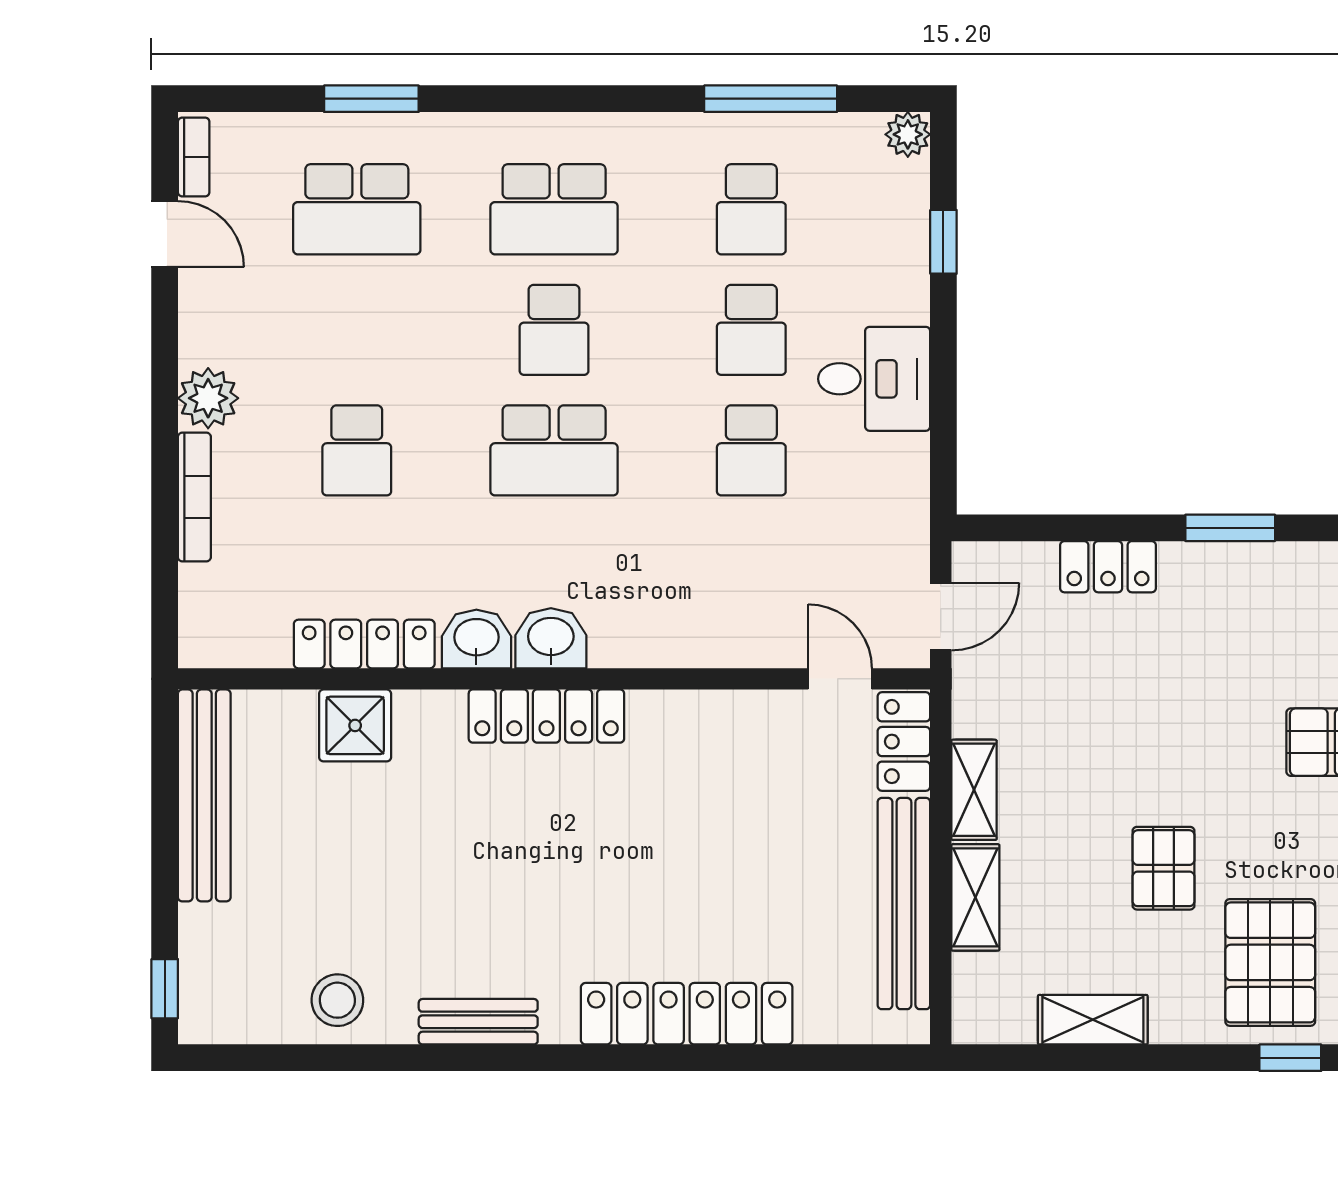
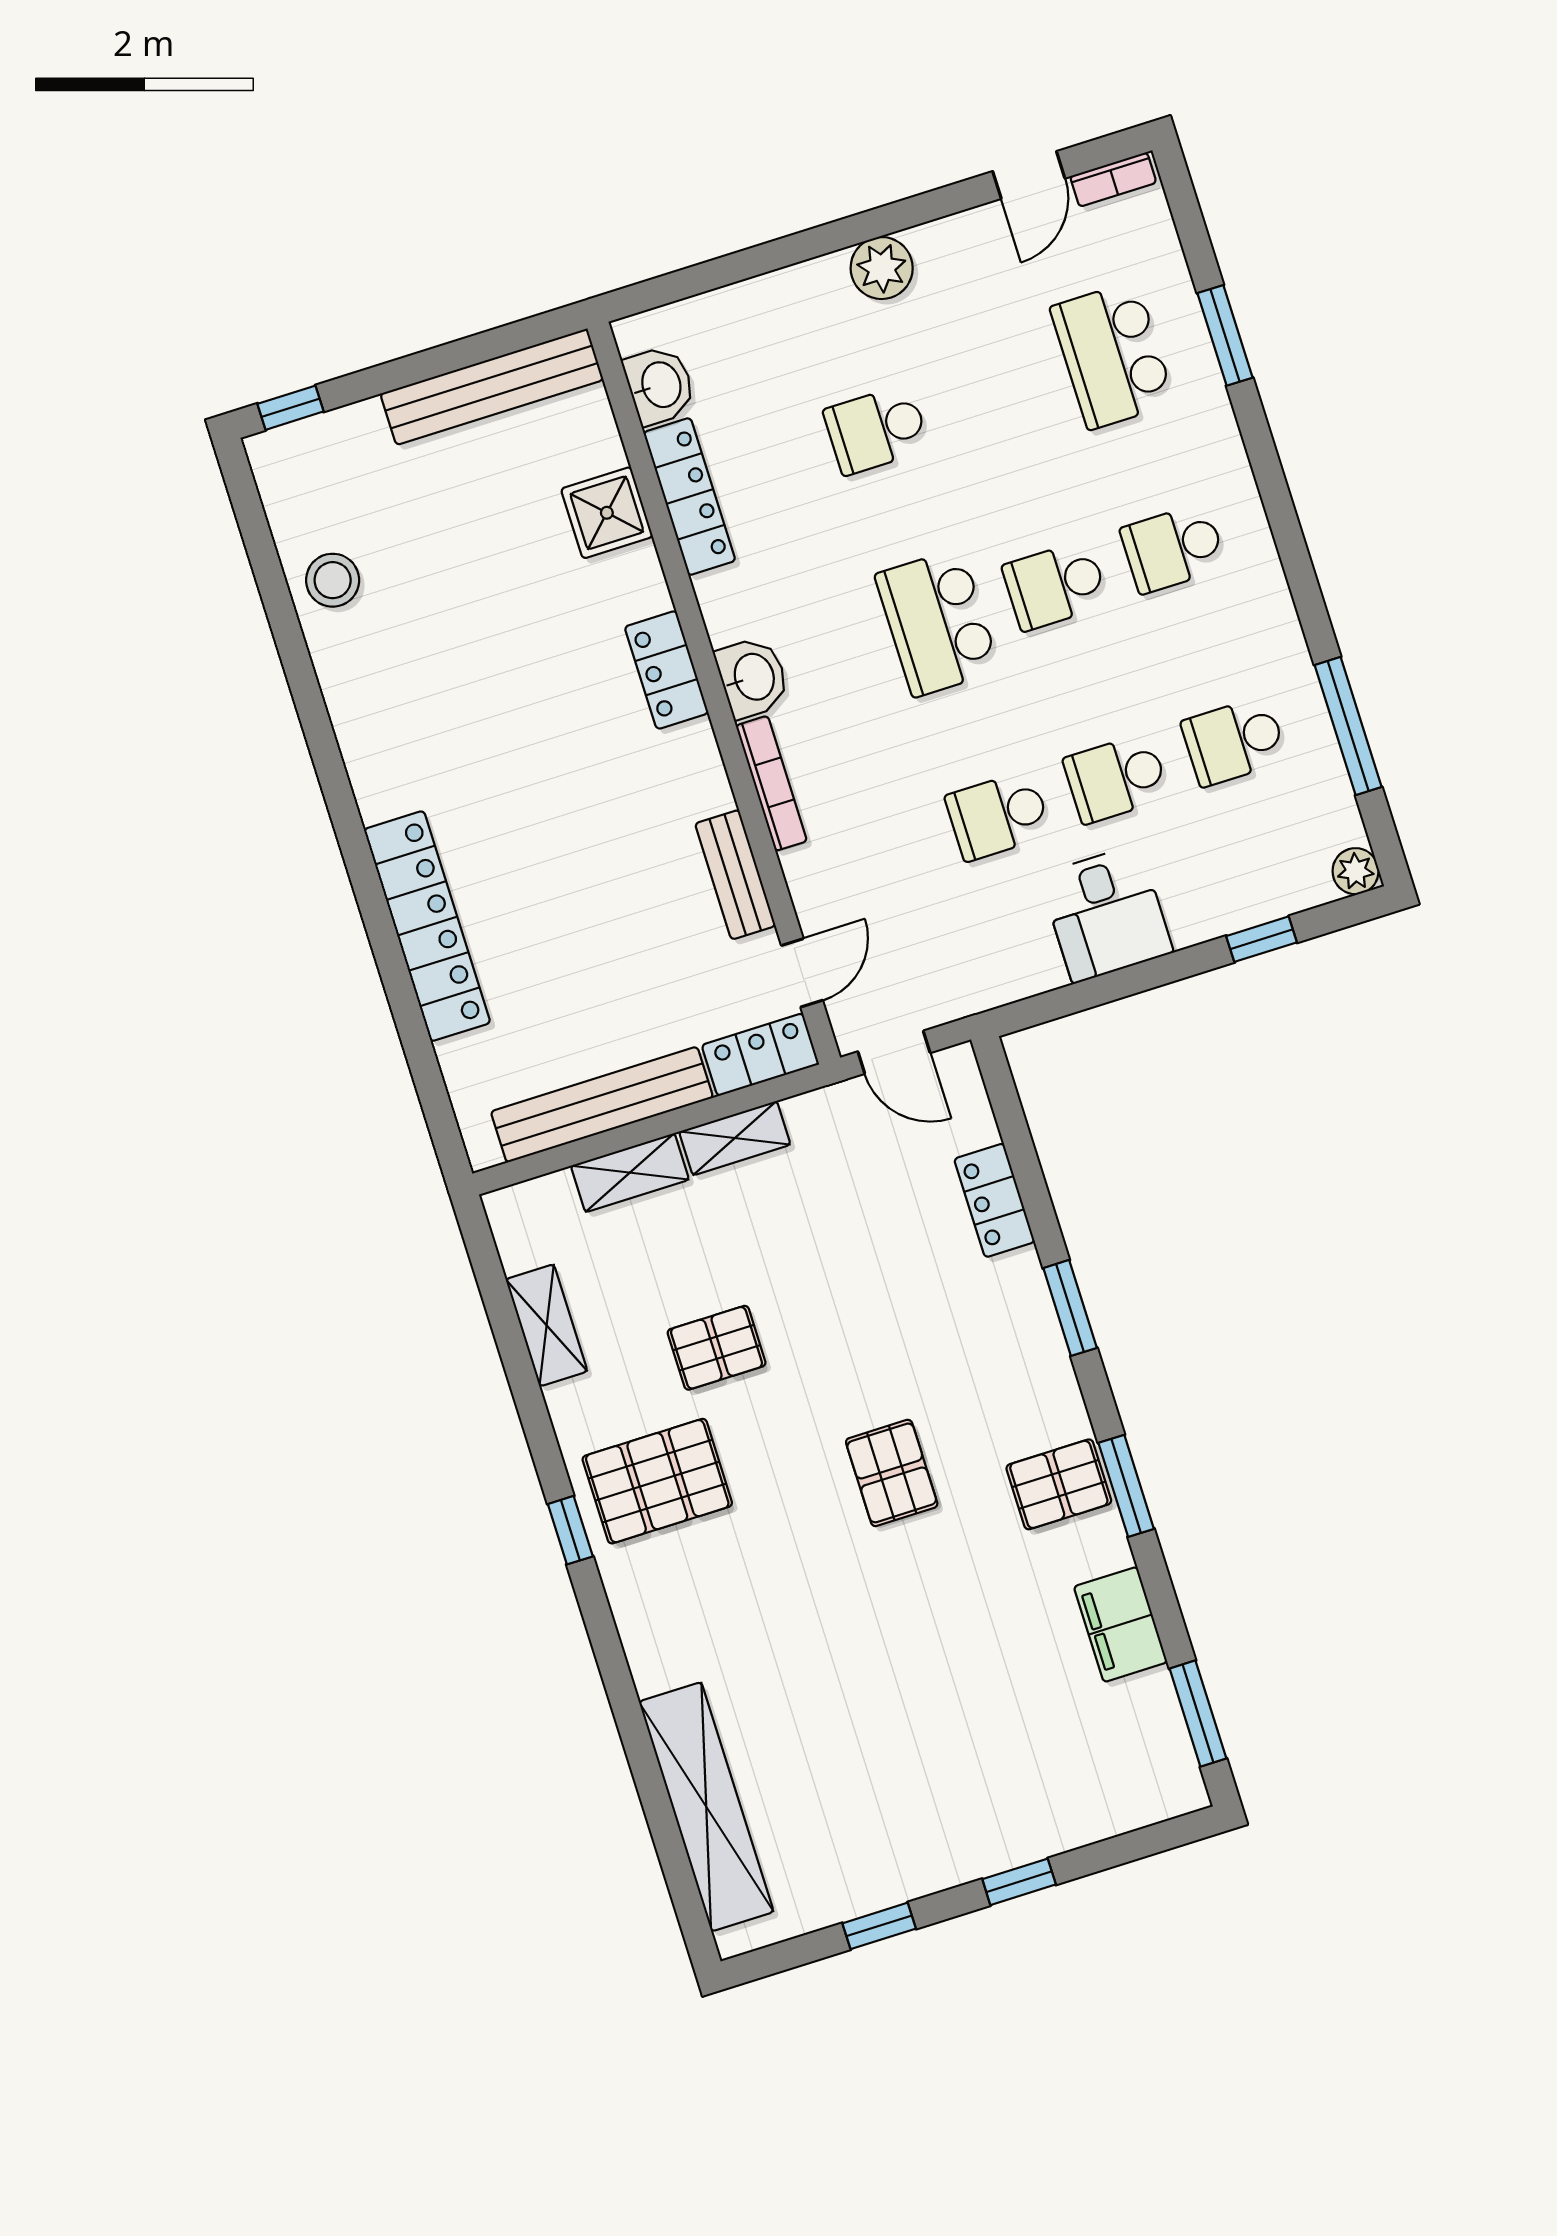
school desk: (554, 209) -> (1173, 548), width x0.54
bookcase: (194, 497) -> (771, 783), moved, turned -90
washbasin: (476, 639) -> (660, 385), moved
locker: (546, 716) -> (667, 670), width x0.66
bench: (478, 1022) -> (735, 875), moved

